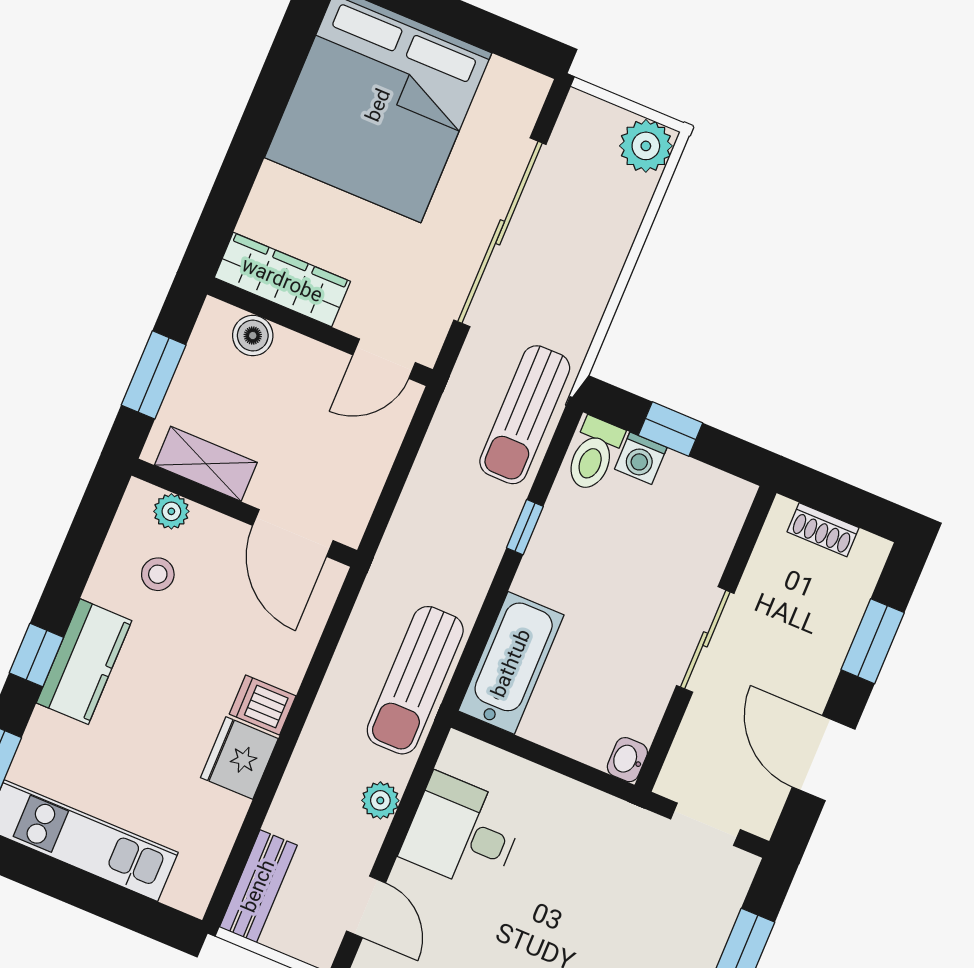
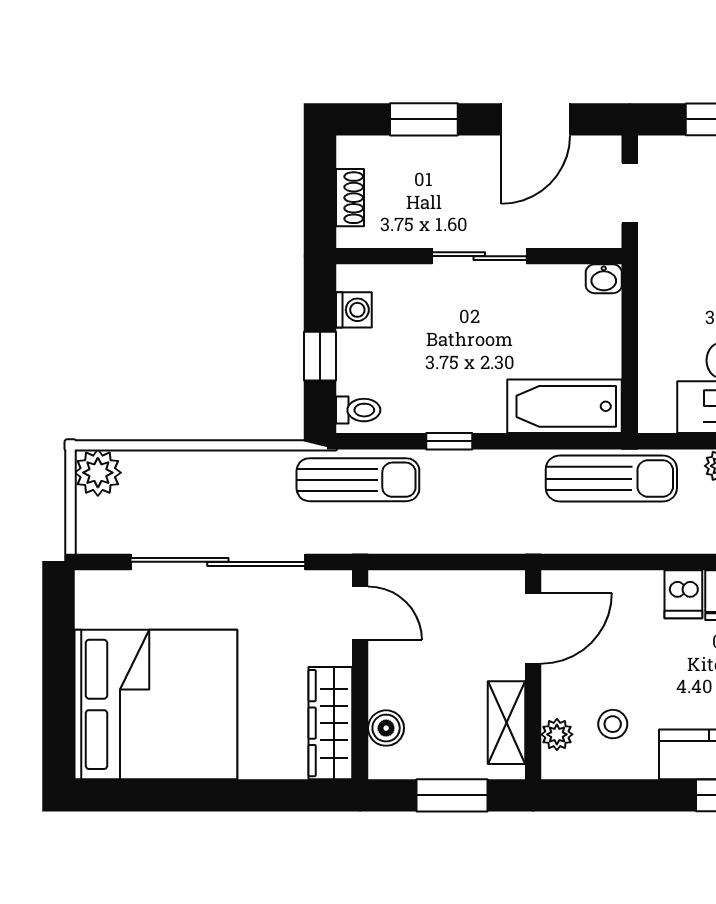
toilet: (594, 454) -> (358, 410), width x0.73, depth x0.72
washing machine: (641, 458) -> (354, 310), moved

